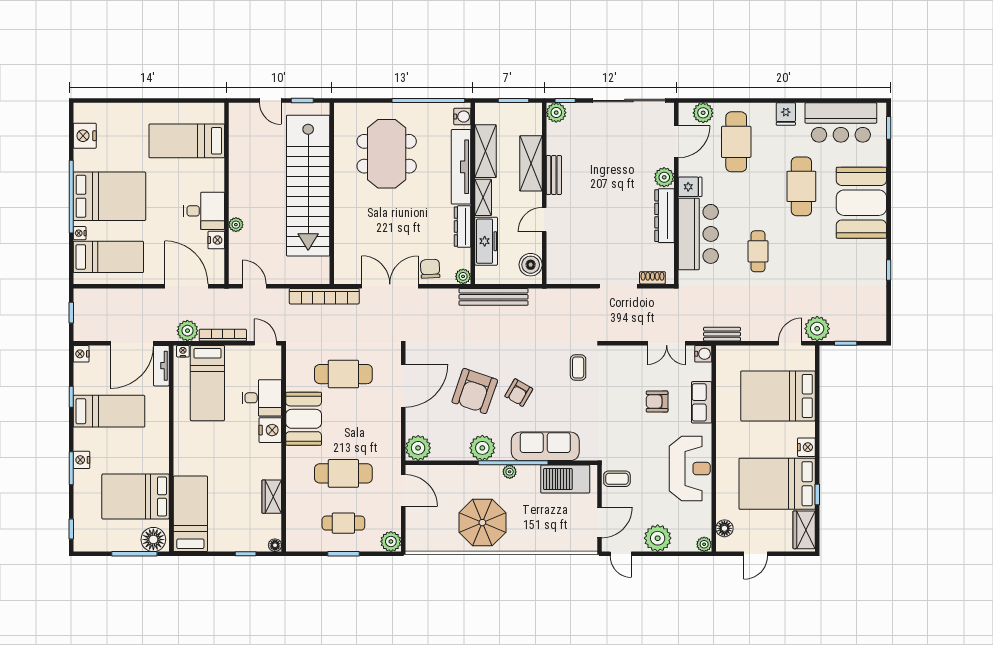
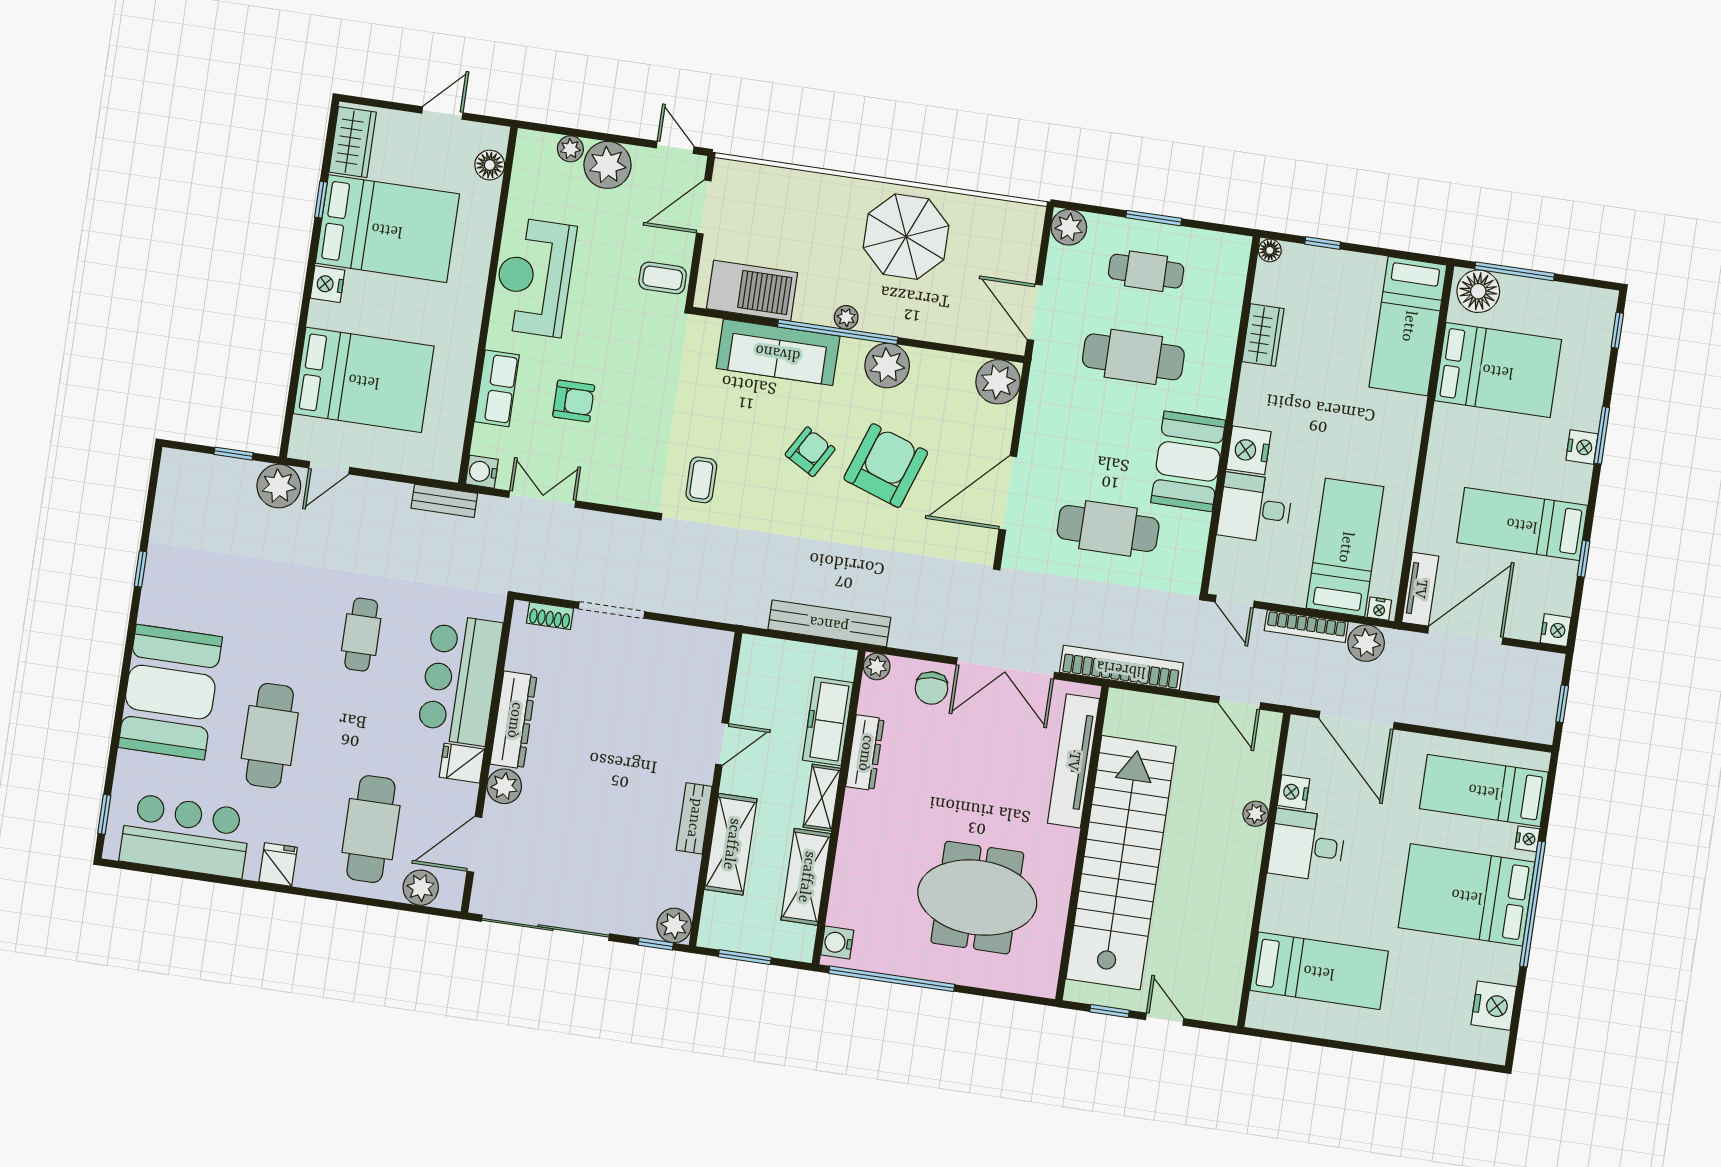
meeting table: (387, 154) -> (977, 898), turned 90
tv unit: (461, 167) -> (1073, 761), moved, turned 180
boiler: (531, 265) -> (757, 669), removed
plant: (704, 544) -> (570, 149), moved

